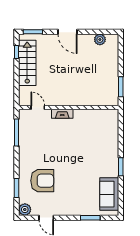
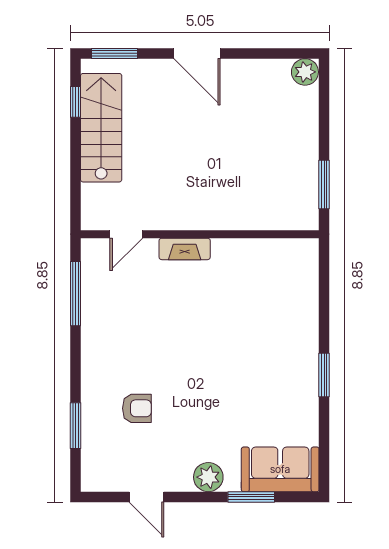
plant: (100, 39) -> (305, 72), moved
door: (38, 108) -> (126, 234), swing flipped
armchair: (42, 181) -> (137, 408), width x0.53, depth x0.53
sofa: (109, 194) -> (280, 469), moved, turned 90
plant: (25, 210) -> (208, 477), moved

